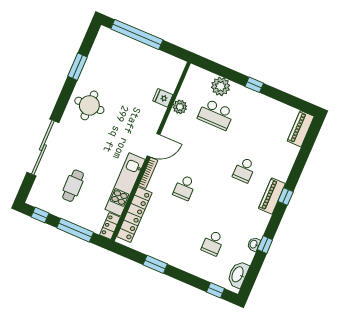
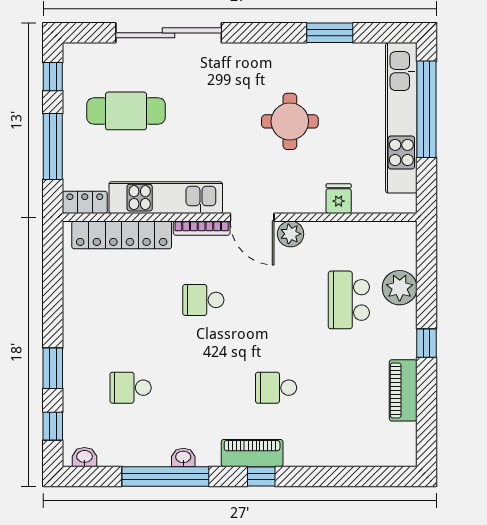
kitchen unit: (136, 49) -> (401, 118), added
round table: (89, 105) -> (290, 121), moved
plant: (180, 107) -> (291, 234), moved
piano: (301, 129) -> (403, 390), moved, turned -90
cafe table: (73, 186) -> (126, 111), width x1.37, depth x1.35
washbasin: (254, 244) -> (183, 457), moved
window: (265, 245) -> (165, 476), width x3.17
window: (155, 264) -> (53, 368), moved
washbasin: (238, 275) -> (84, 457), width x0.52, depth x0.69

